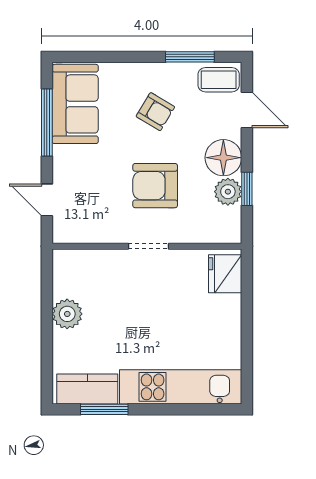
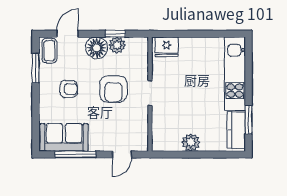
armchair: (155, 112) -> (69, 89), turned 59

